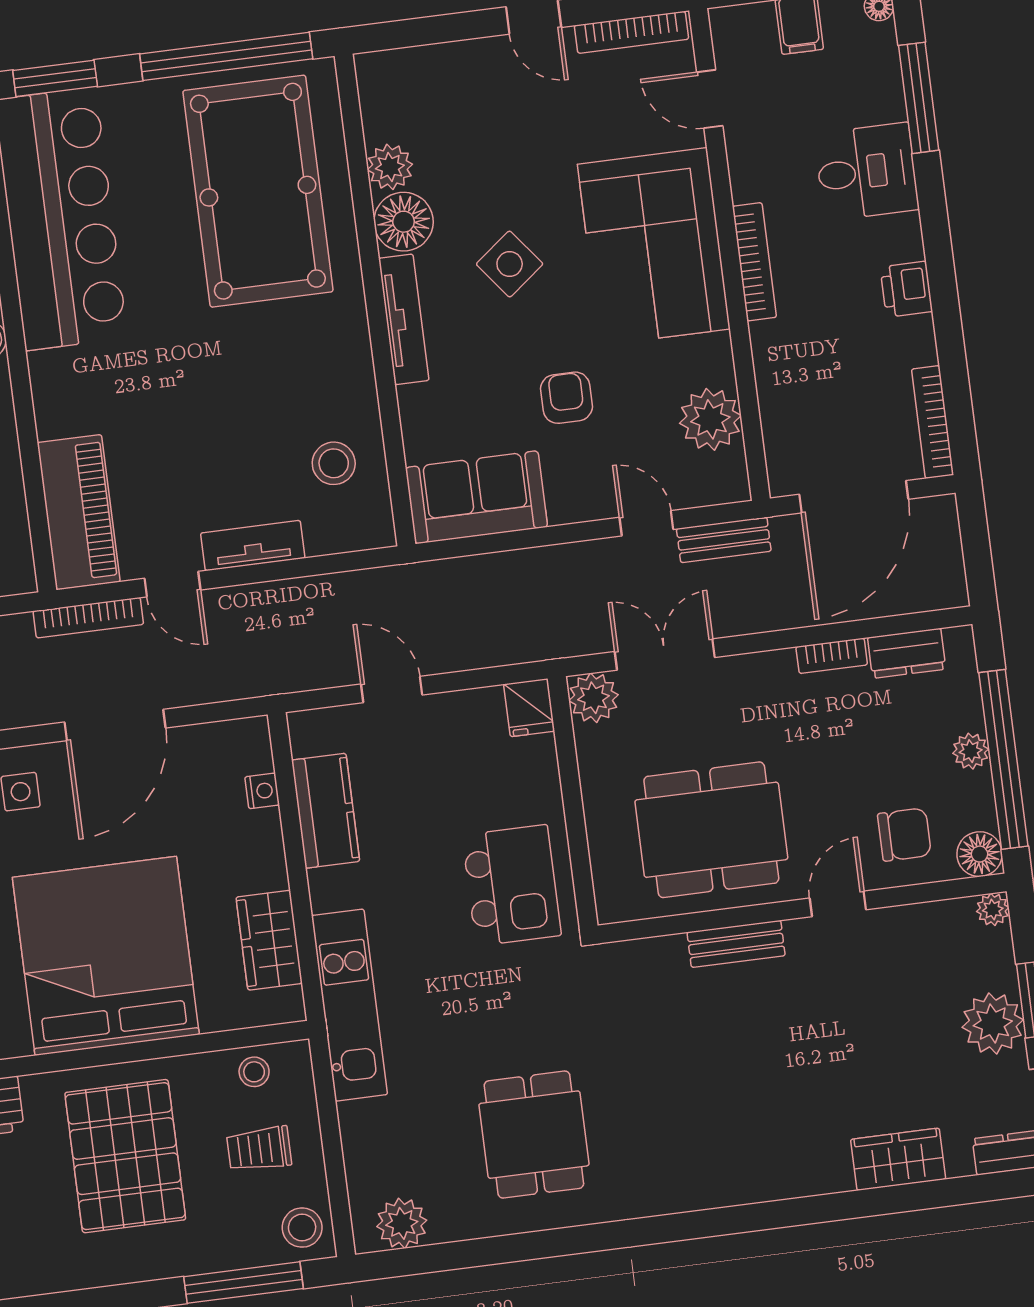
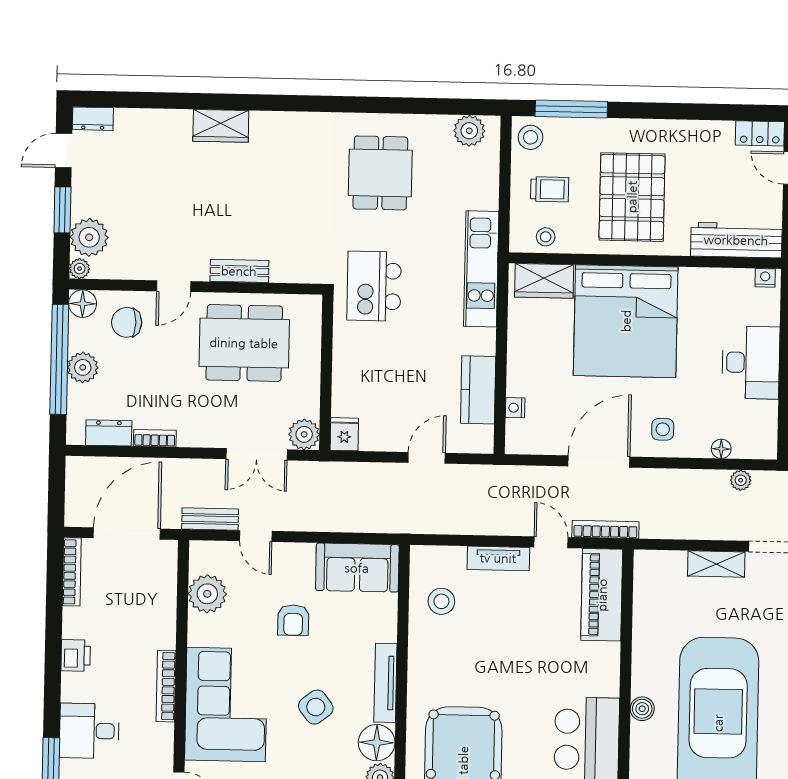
door: (392, 689) -> (427, 458), swing flipped
plant: (971, 751) -> (83, 367), width x1.38, depth x1.38
kitchen island: (512, 885) -> (374, 286), moved
wardrobe: (269, 940) -> (544, 281), moved, turned 90
plant: (993, 1023) -> (89, 237), moved
wardrobe: (898, 1159) -> (221, 126), moved

